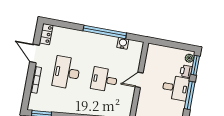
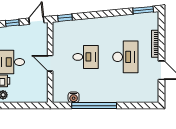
locker: (46, 34) -> (153, 92), removed
door: (139, 80) -> (50, 63), swing flipped

